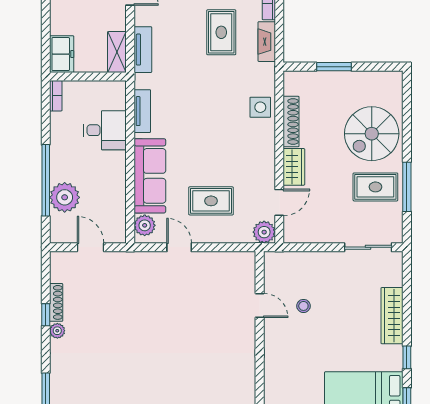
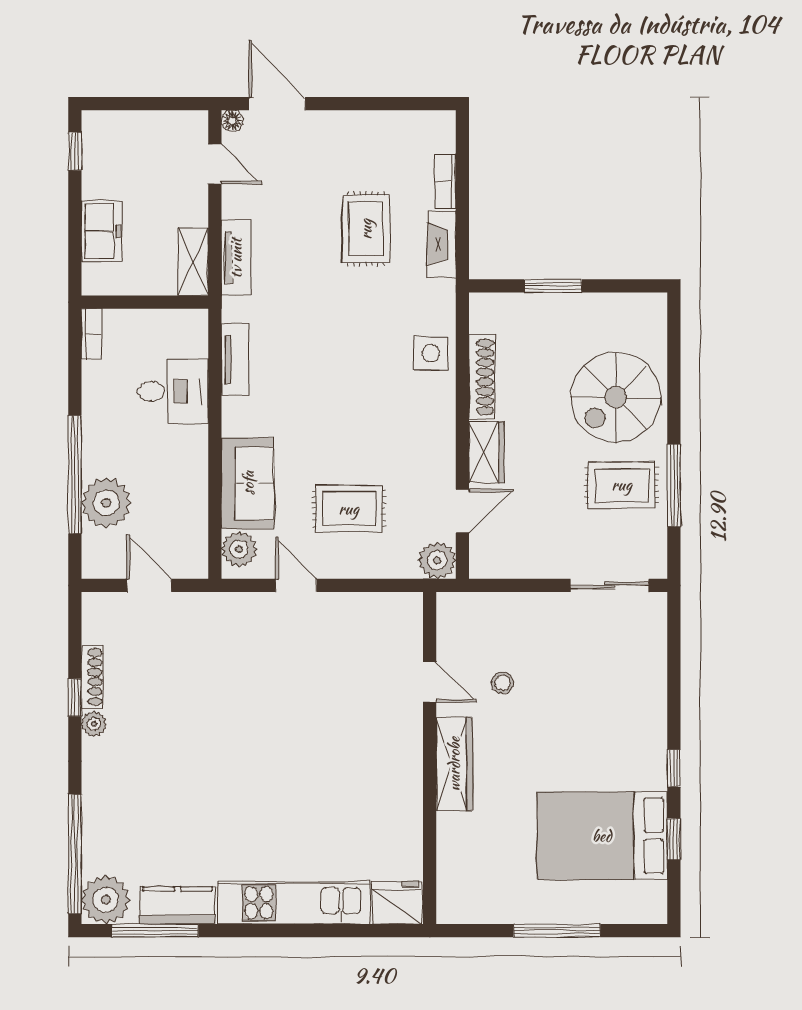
freezer: (62, 54) -> (101, 231), moved
sofa: (150, 176) -> (248, 483), width x0.73
wardrobe: (392, 316) -> (454, 764), moved, turned 180

